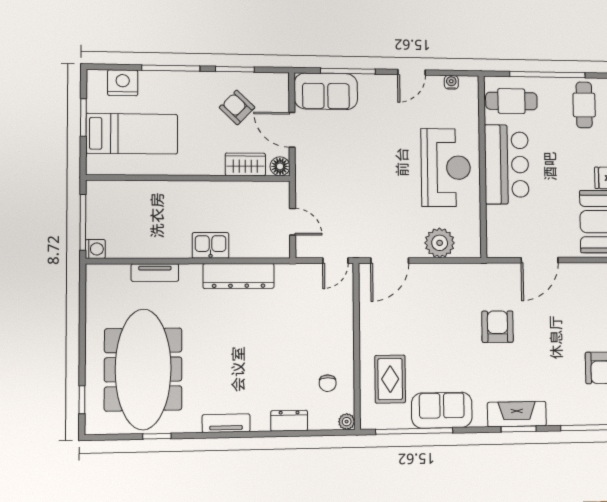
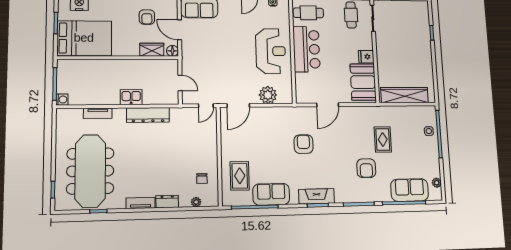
armchair: (237, 107) -> (147, 17), turned -134
bed: (132, 134) -> (84, 38), width x1.50
dresser: (289, 421) -> (167, 202), moved
plant: (347, 422) -> (196, 202), moved

